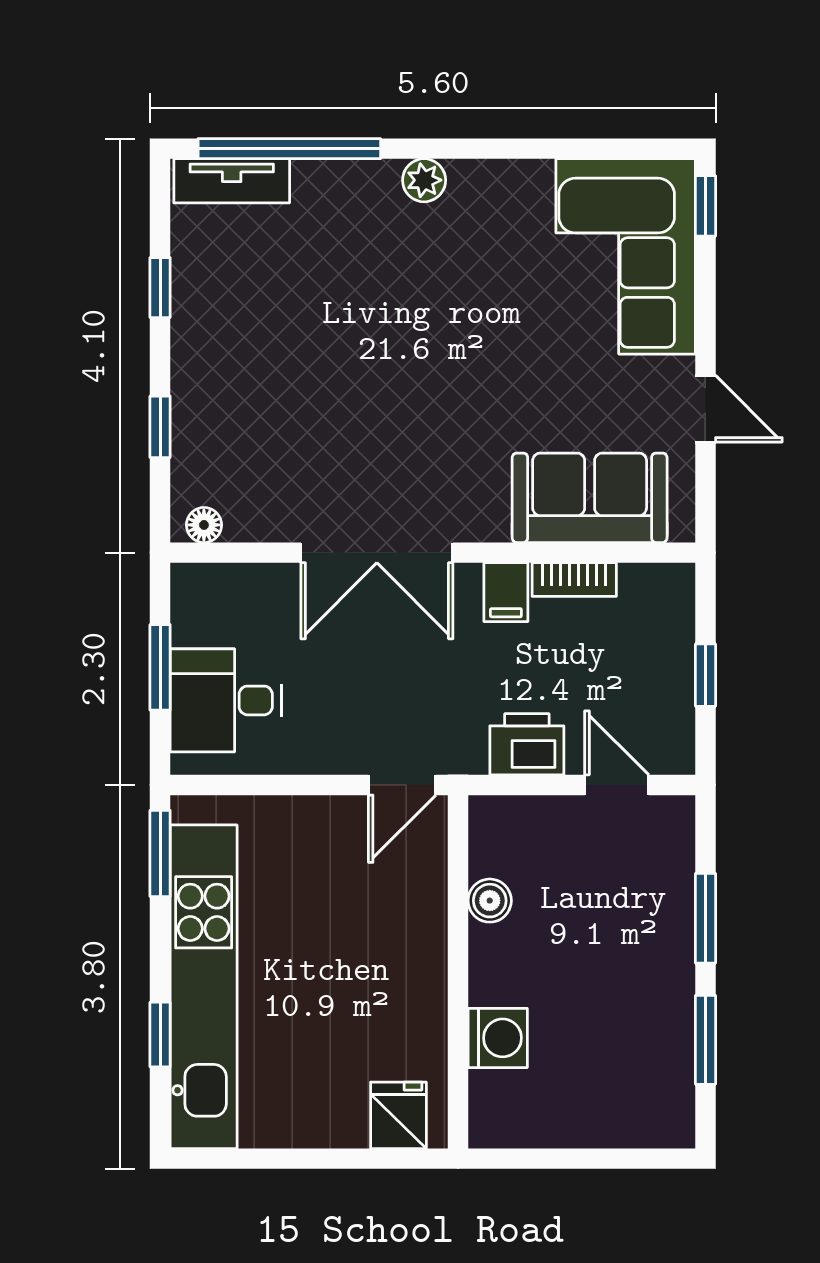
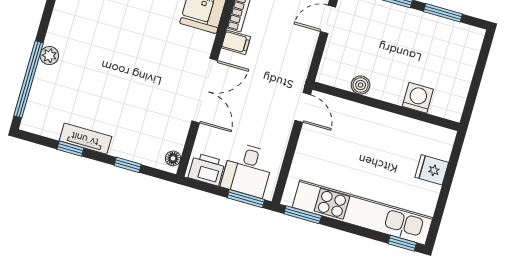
plant: (424, 180) -> (49, 56), moved
tv unit: (232, 181) -> (85, 139), moved, turned -90
window: (160, 667) -> (246, 199), moved
printer: (527, 744) -> (207, 169), moved, turned 90
window: (160, 1035) -> (402, 243), moved
fridge: (398, 1115) -> (432, 170), moved

